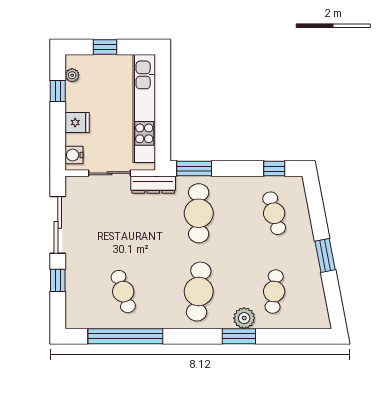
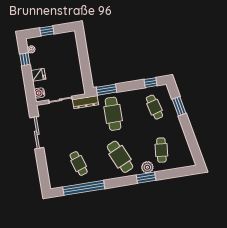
kitchen unit: (144, 108) -> (74, 61), removed
window: (325, 256) -> (179, 106), moved
window: (58, 280) -> (42, 163), removed
cafe table: (199, 292) -> (120, 157), turned -30

